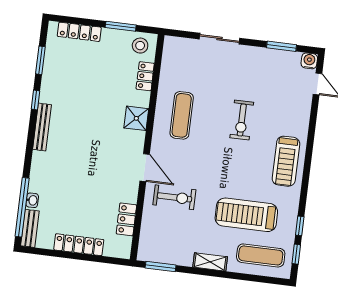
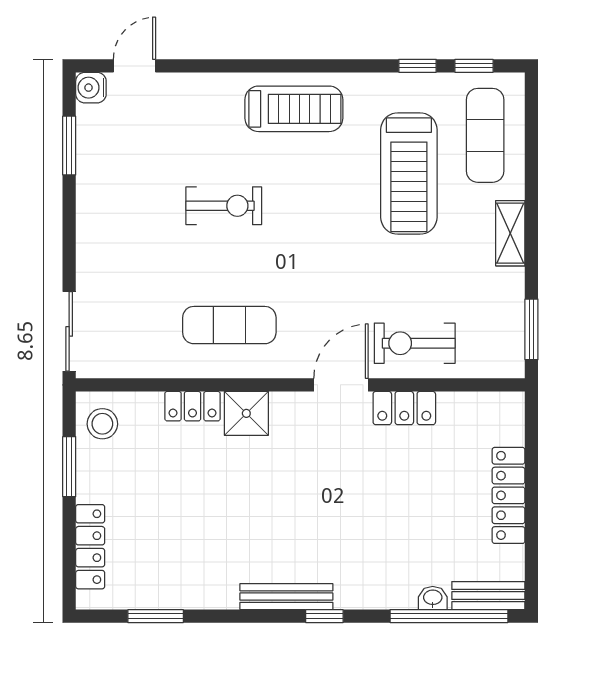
sliding door: (220, 39) -> (69, 331), moved
locker: (145, 76) -> (192, 406), moved
window: (35, 100) -> (324, 616), moved
exercise bike: (174, 197) -> (415, 343), moved, turned -90
locker: (126, 219) -> (404, 408), moved

